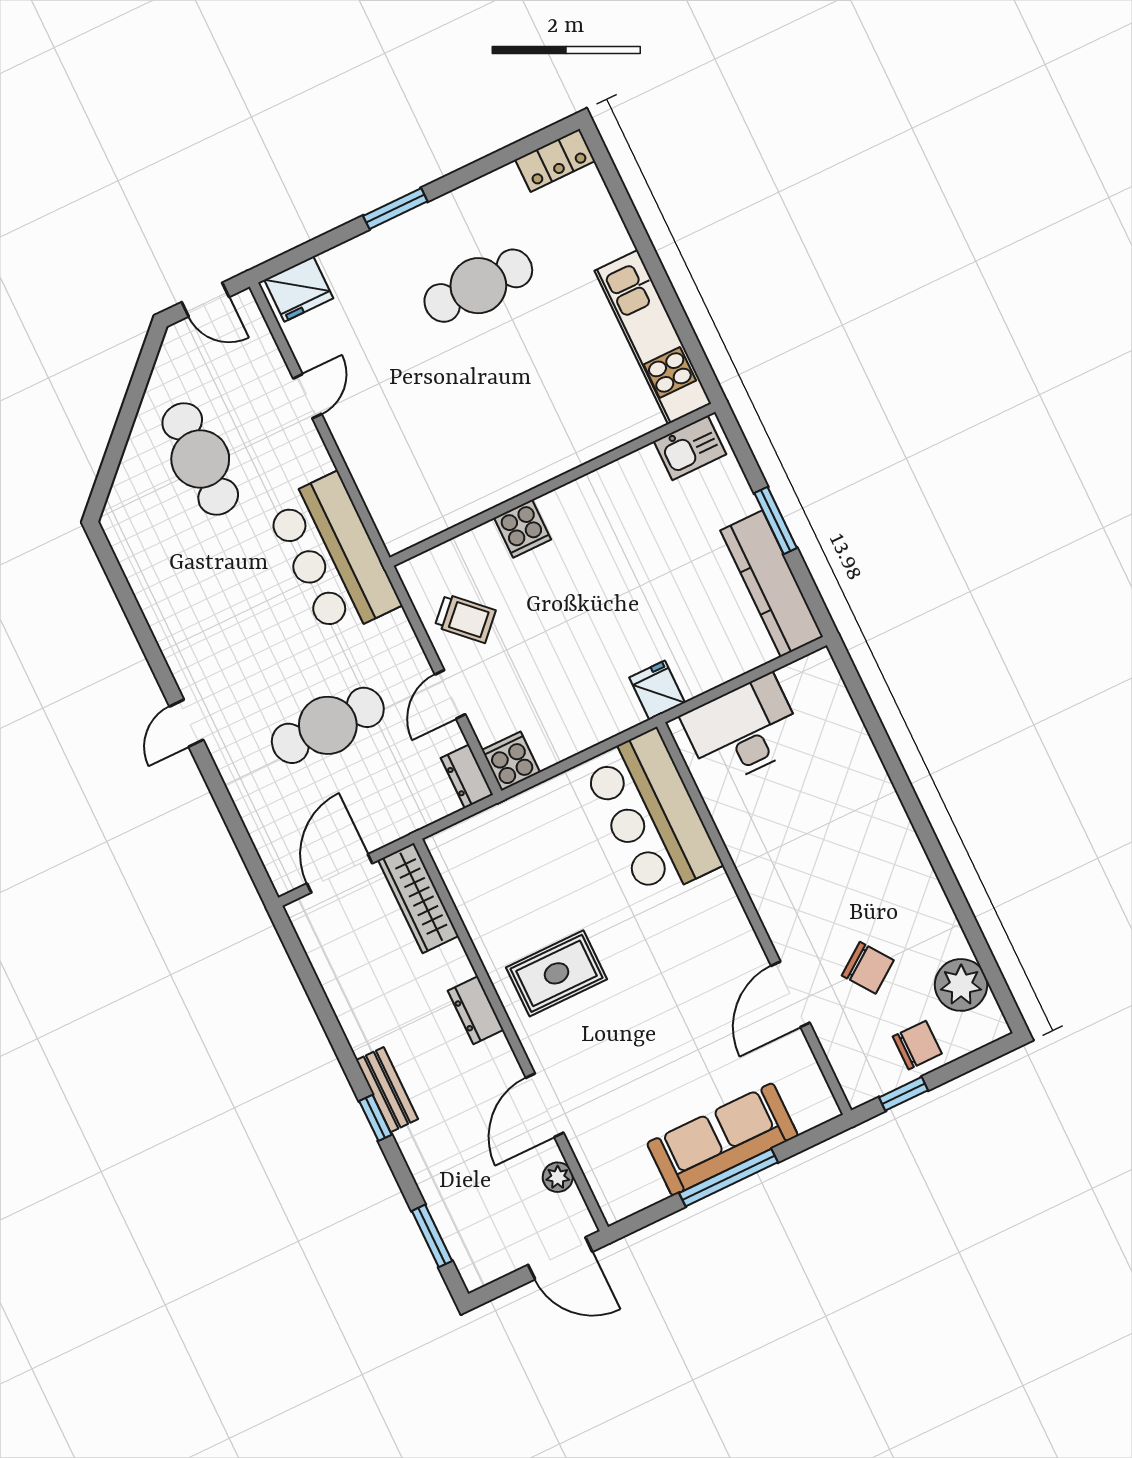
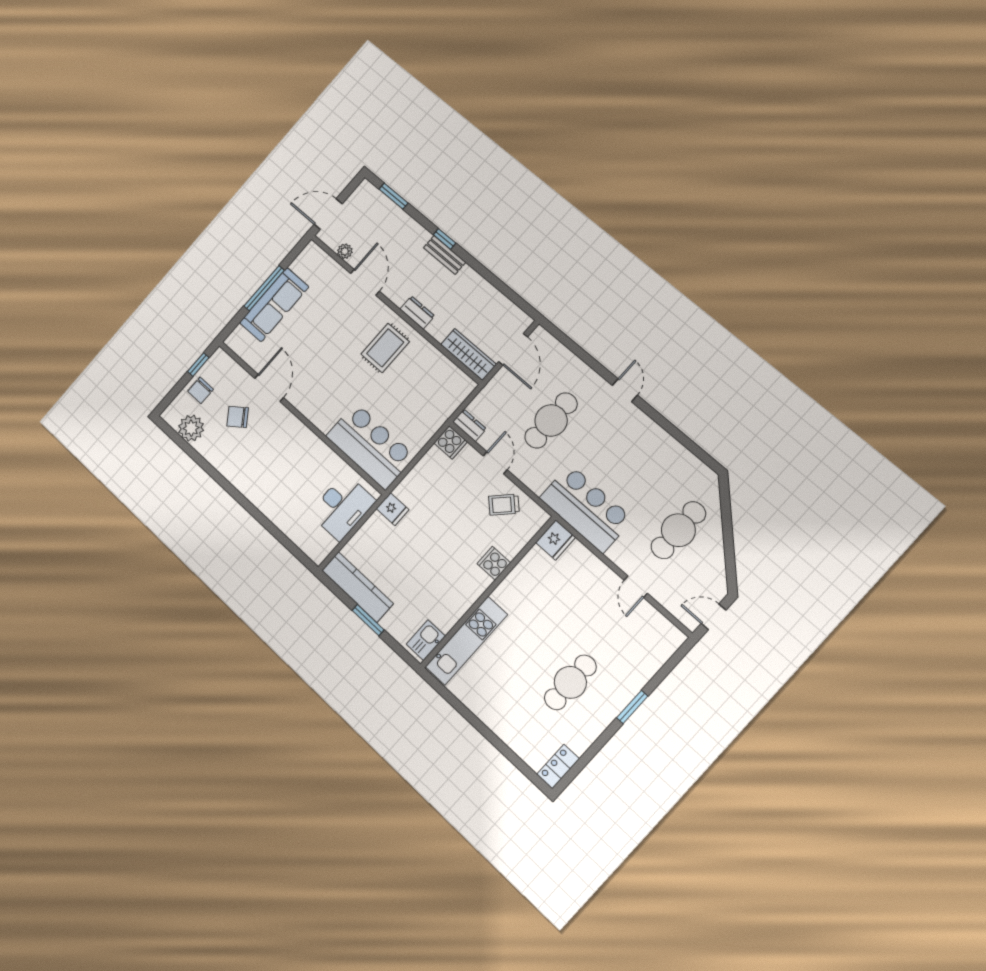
fridge: (299, 289) -> (556, 540), moved, turned 180
kitchen unit: (653, 337) -> (466, 641), moved, turned 90
cafe table: (200, 459) -> (678, 530), turned 90

